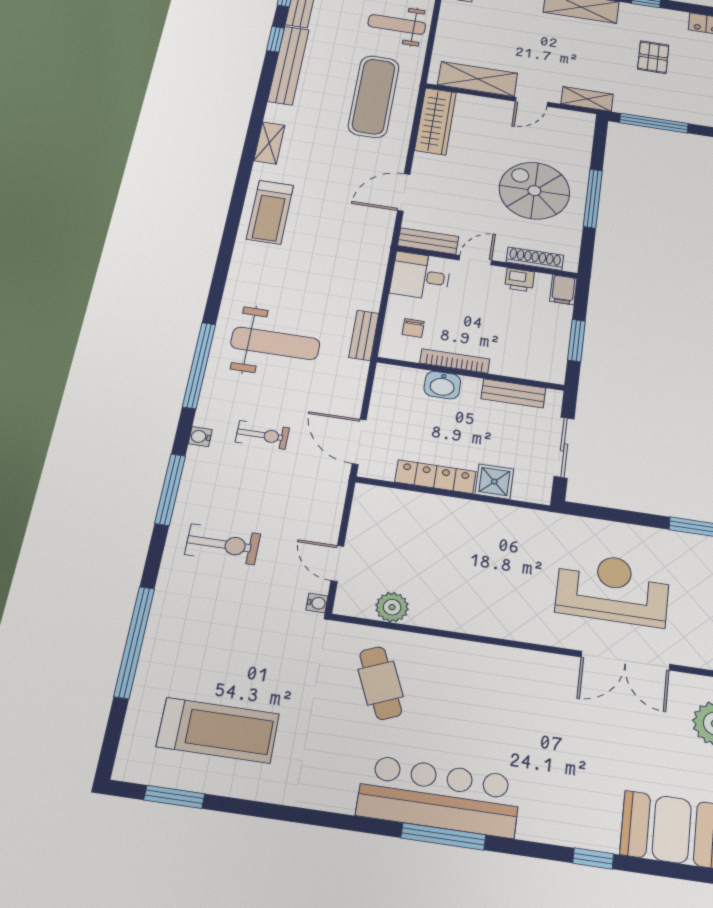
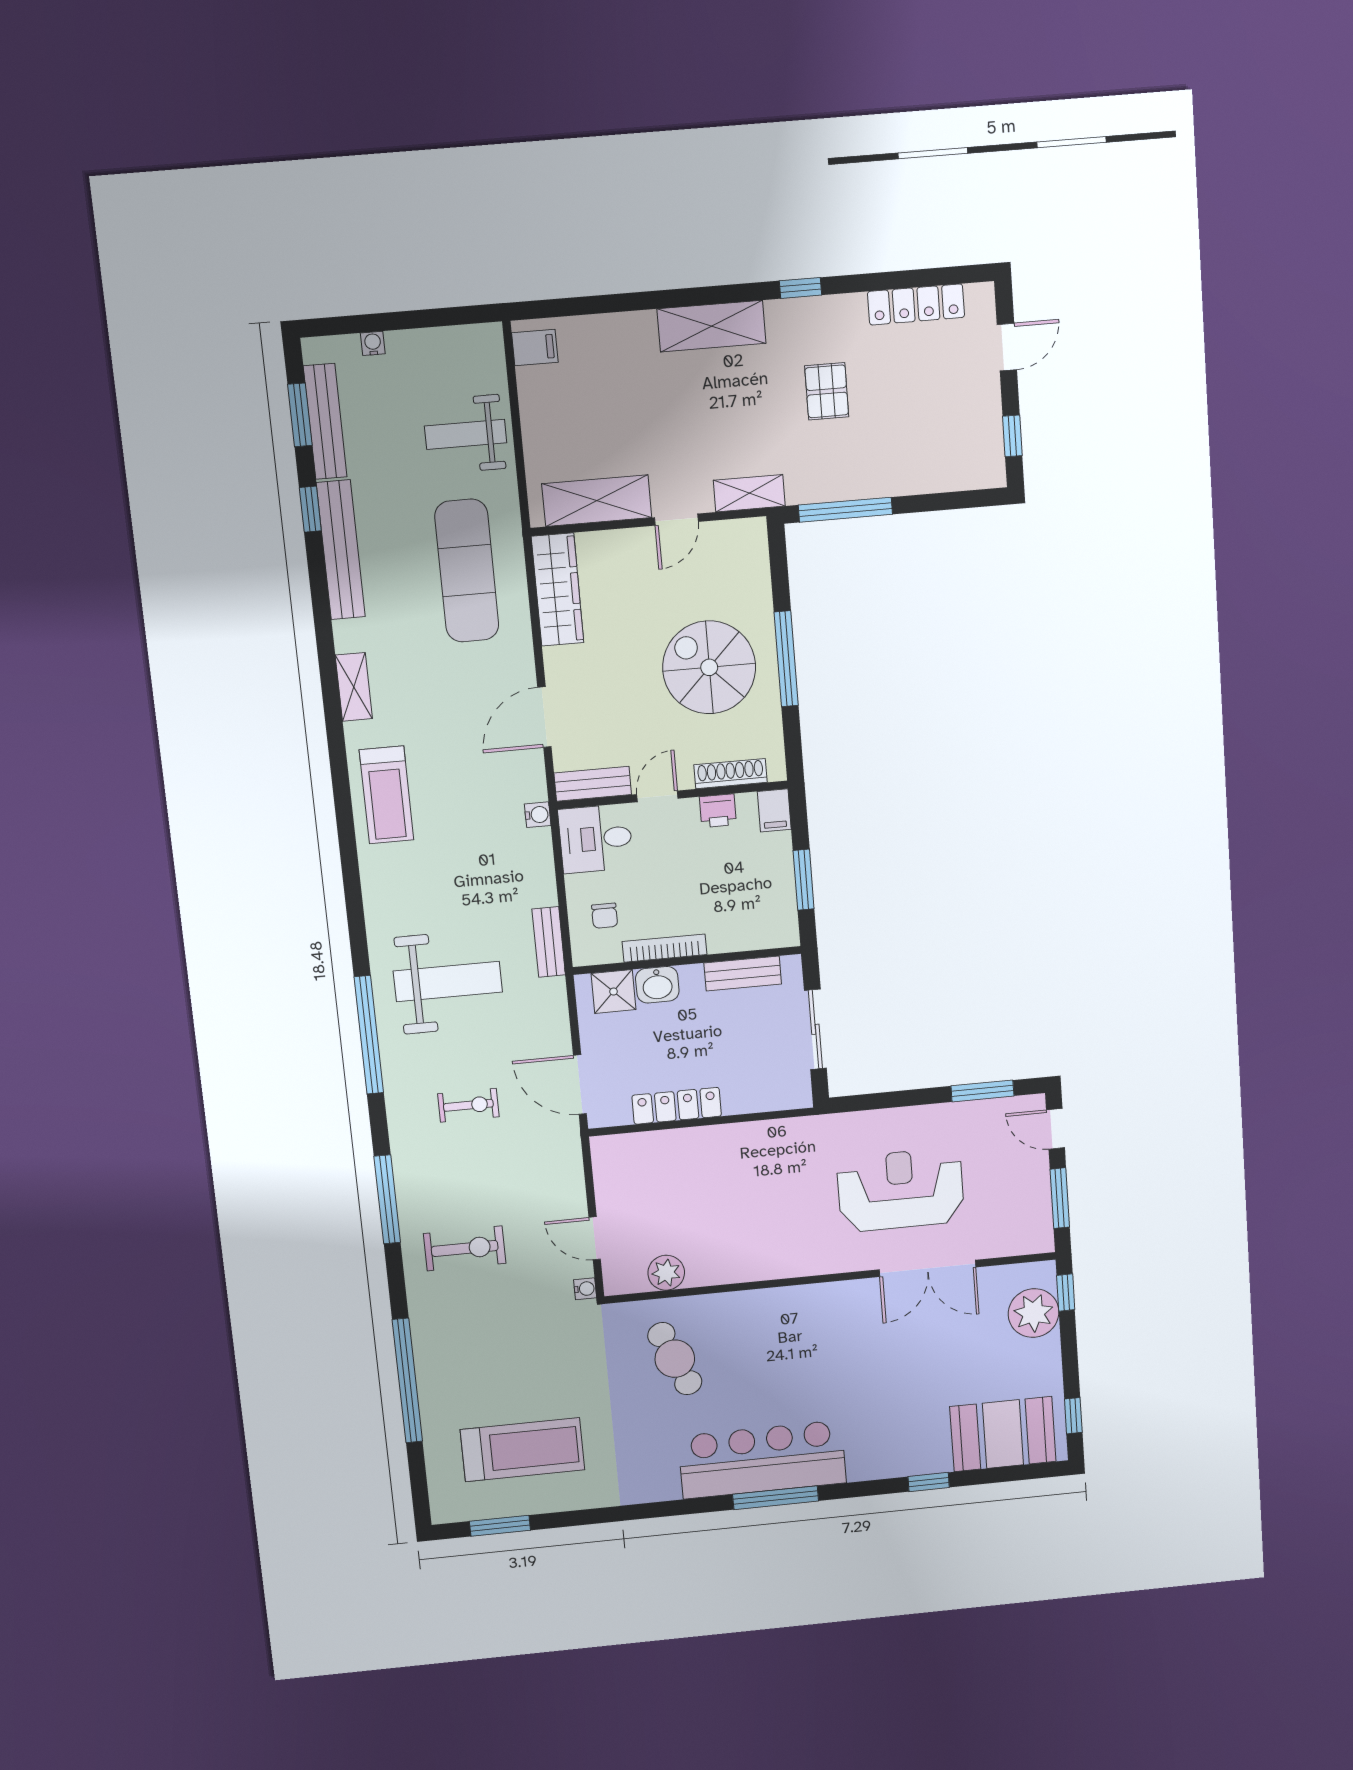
water cooler: (200, 437) -> (538, 815), moved, turned 180
shower: (494, 482) -> (613, 992), moved

